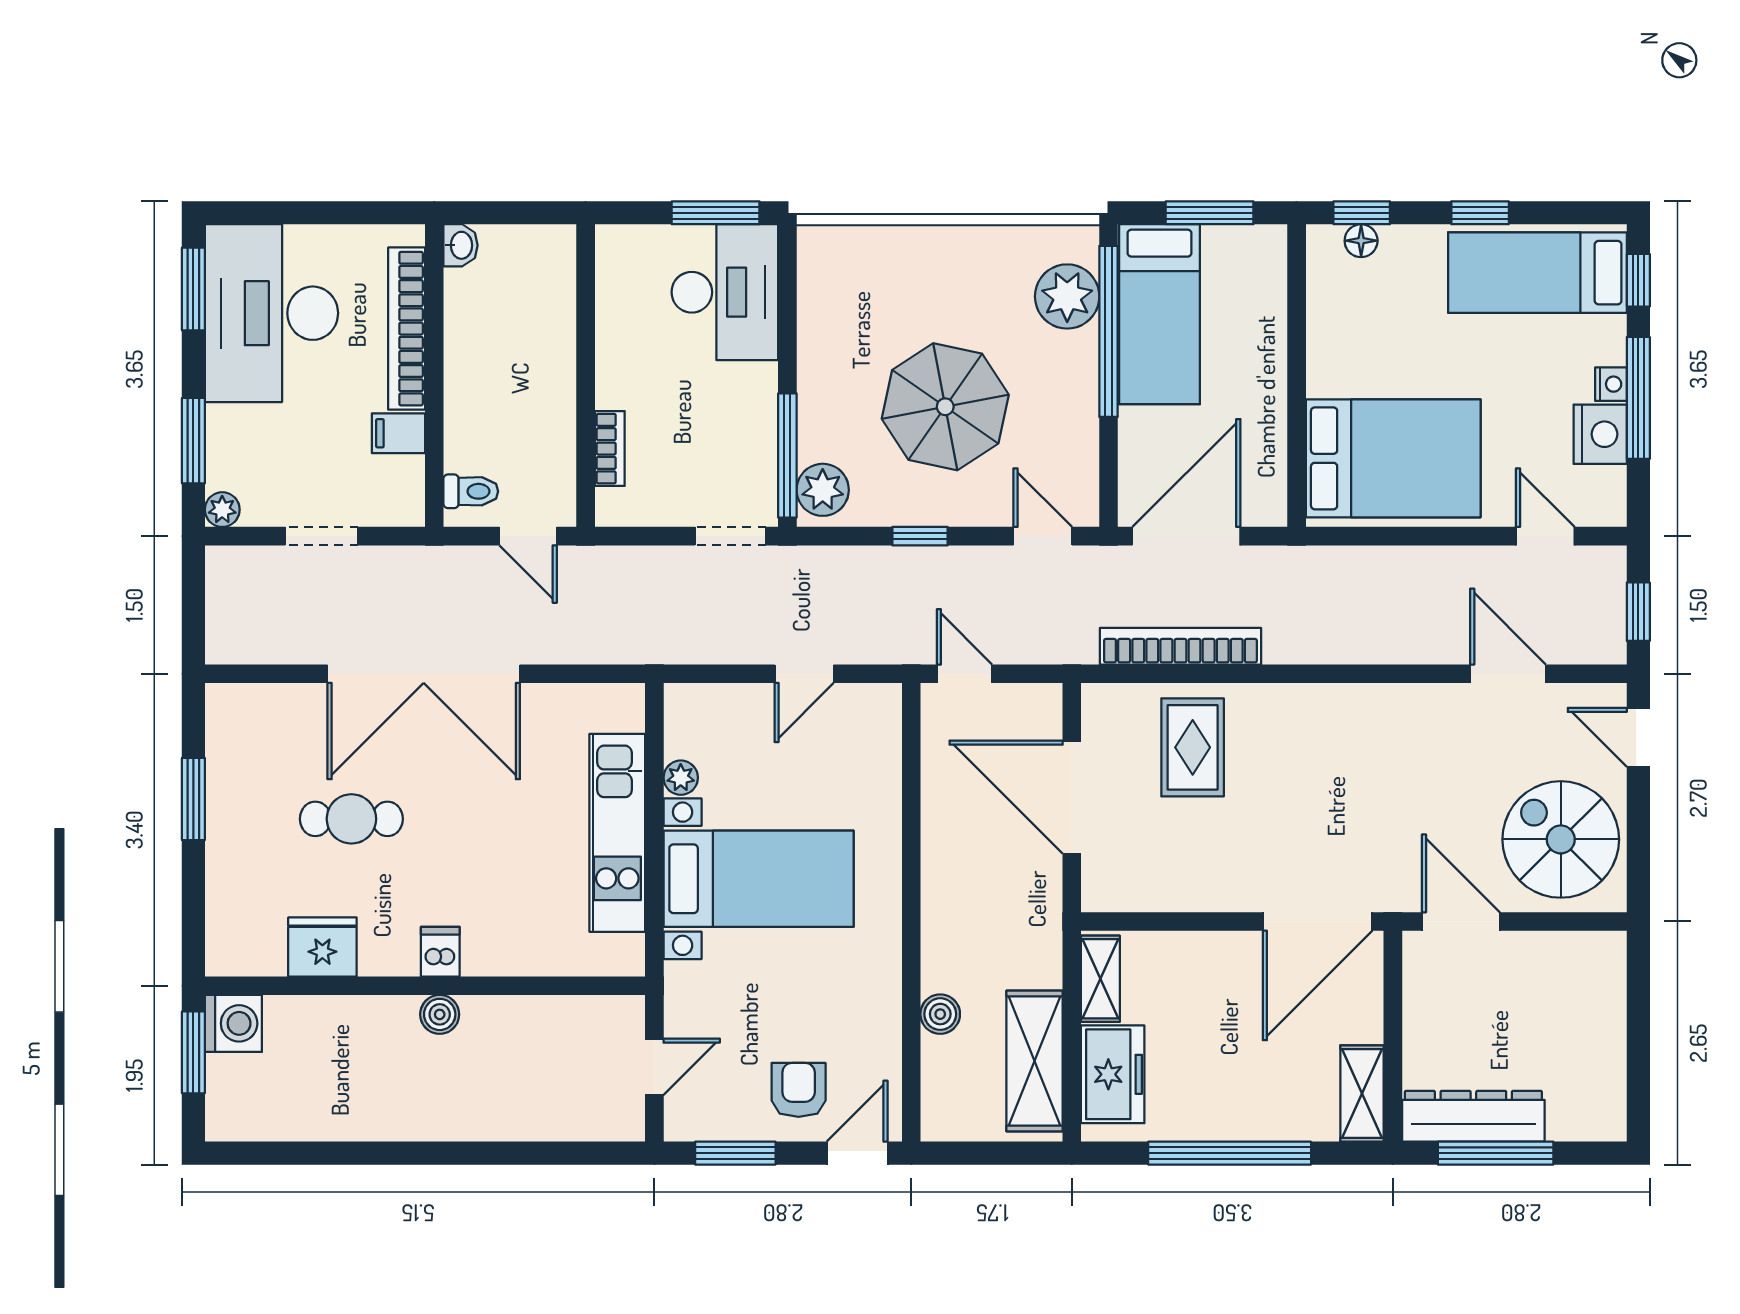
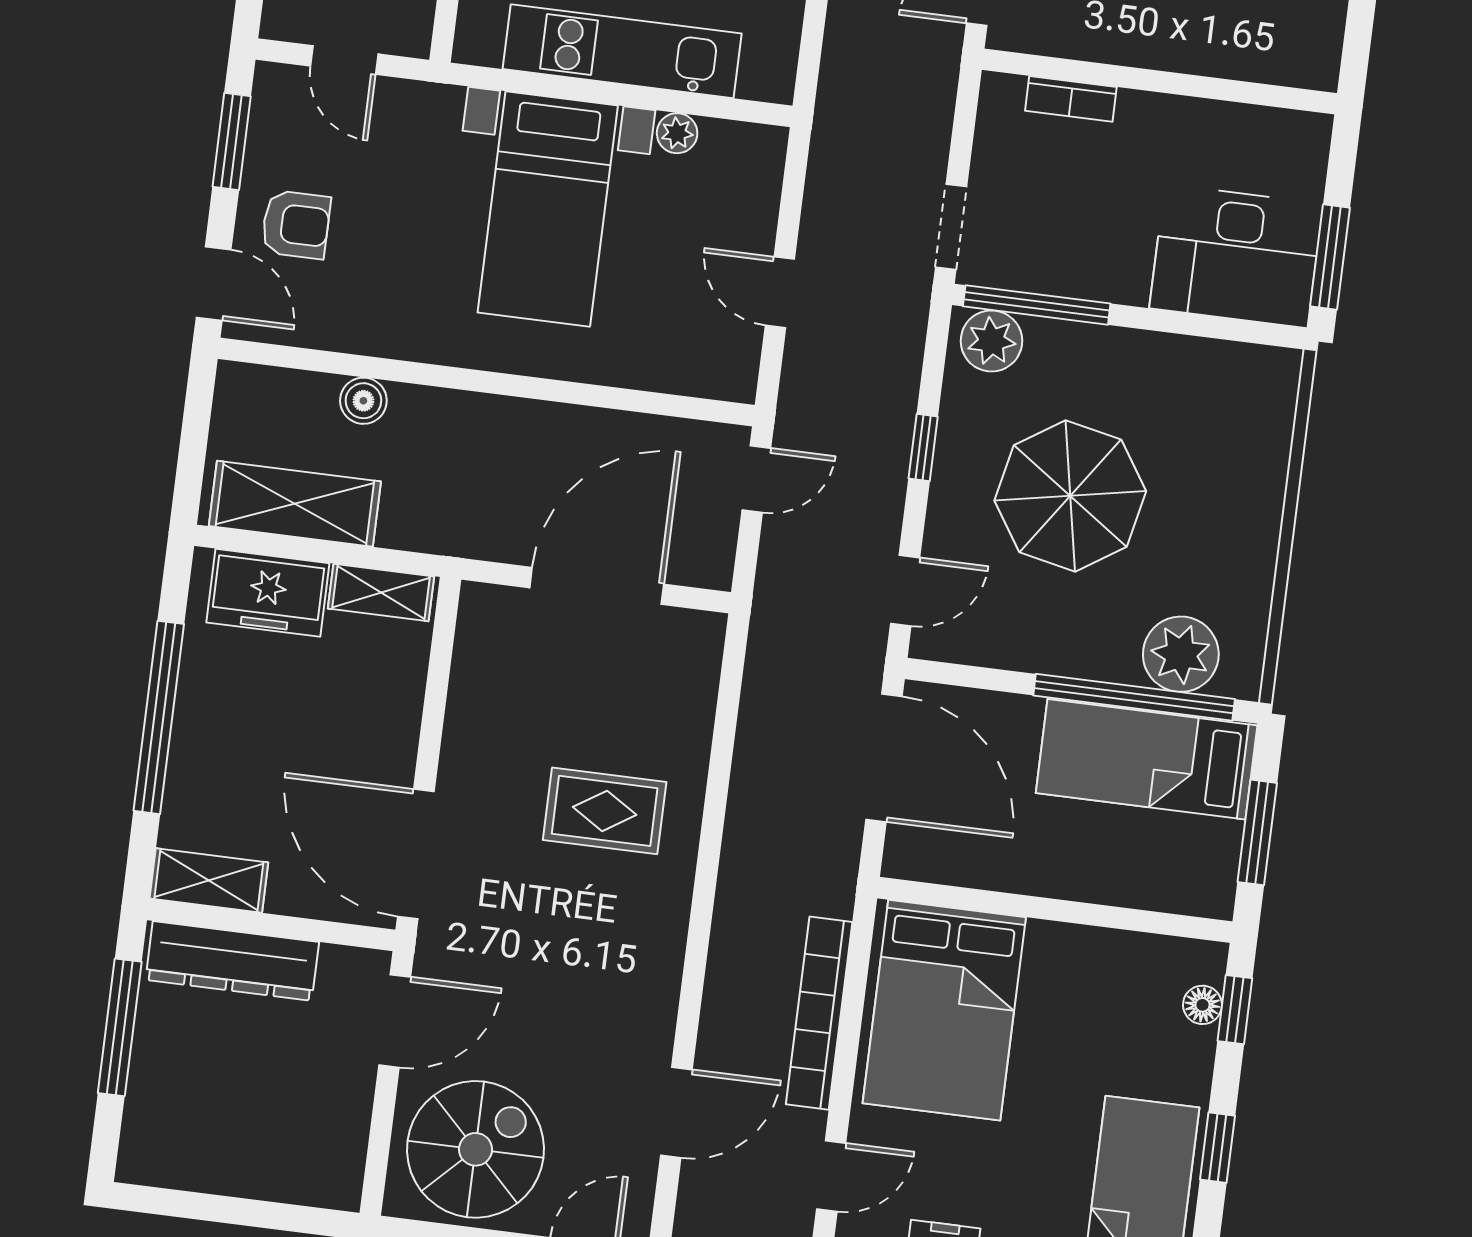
bookcase: (1180, 646) -> (819, 1013), moved, turned 180
rug: (1193, 747) -> (605, 811), moved
dresser: (1473, 1116) -> (232, 961), moved, turned 90

